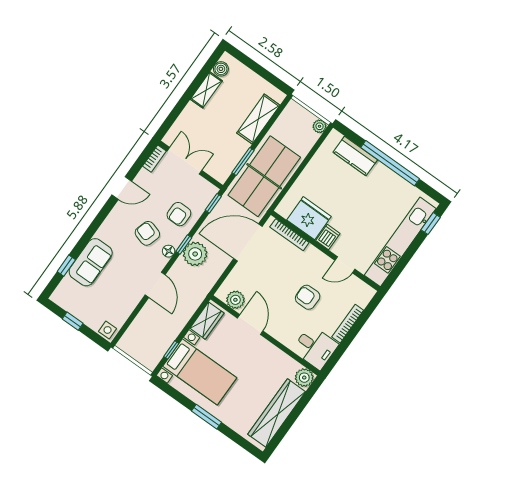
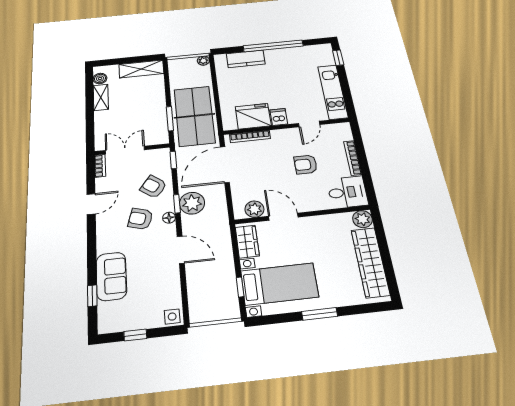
shelving: (258, 119) -> (141, 69), moved, turned 90
armchair: (179, 214) -> (153, 187), turned 127
kitchen unit: (400, 242) -> (333, 92), width x0.73

